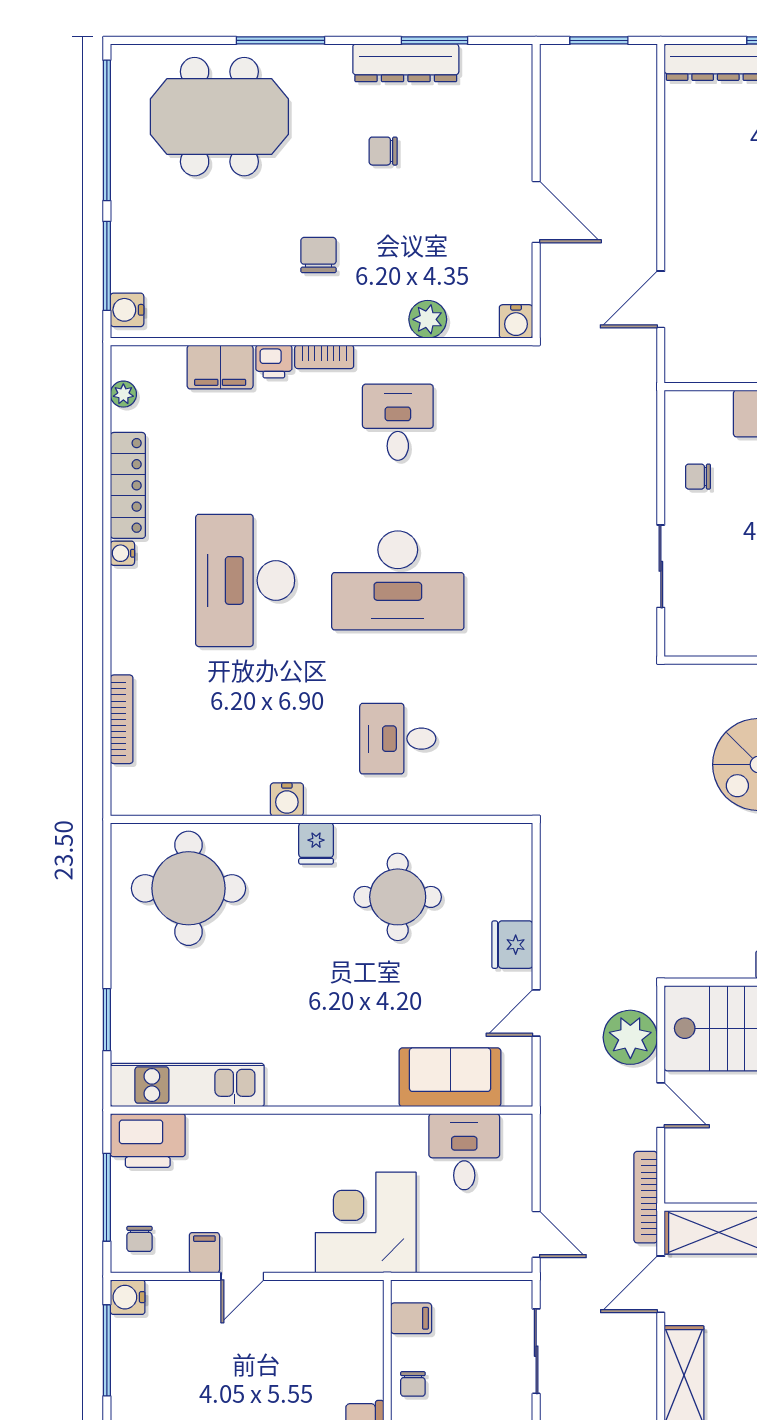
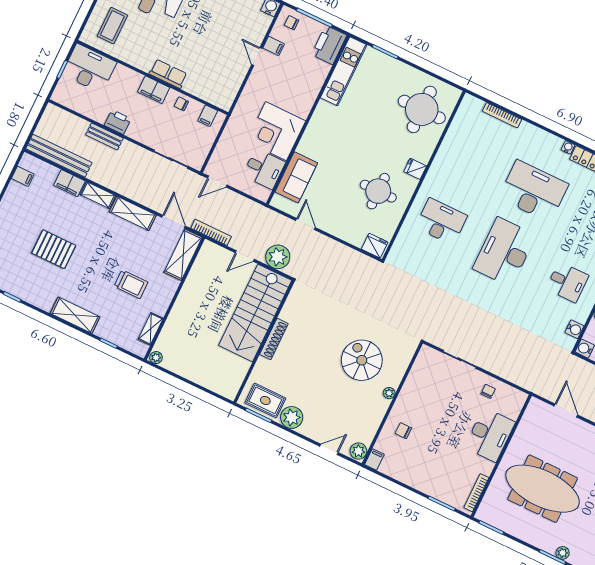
desk: (398, 739) -> (441, 222), width x1.37
water cooler: (287, 799) -> (574, 329), moved, turned 180
fridge: (512, 945) -> (375, 246), moved
corner desk: (366, 1222) -> (276, 131), moved, turned 180

